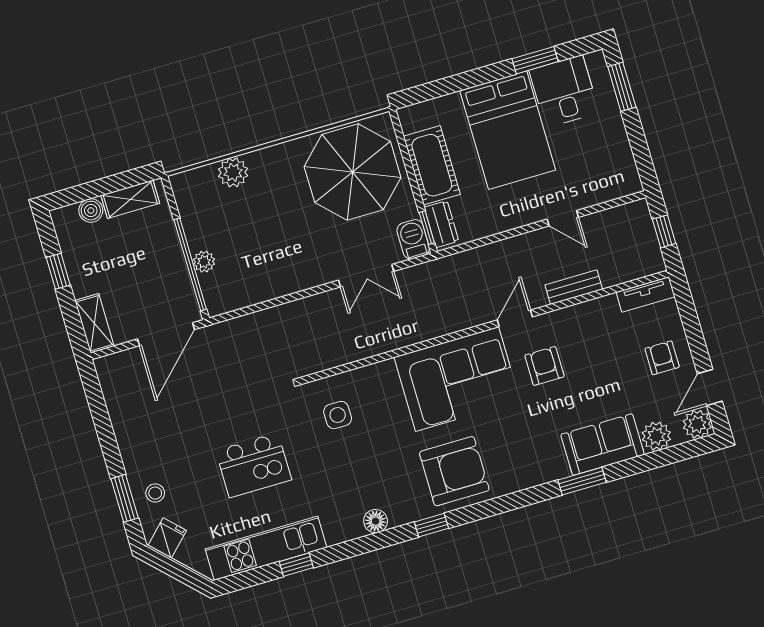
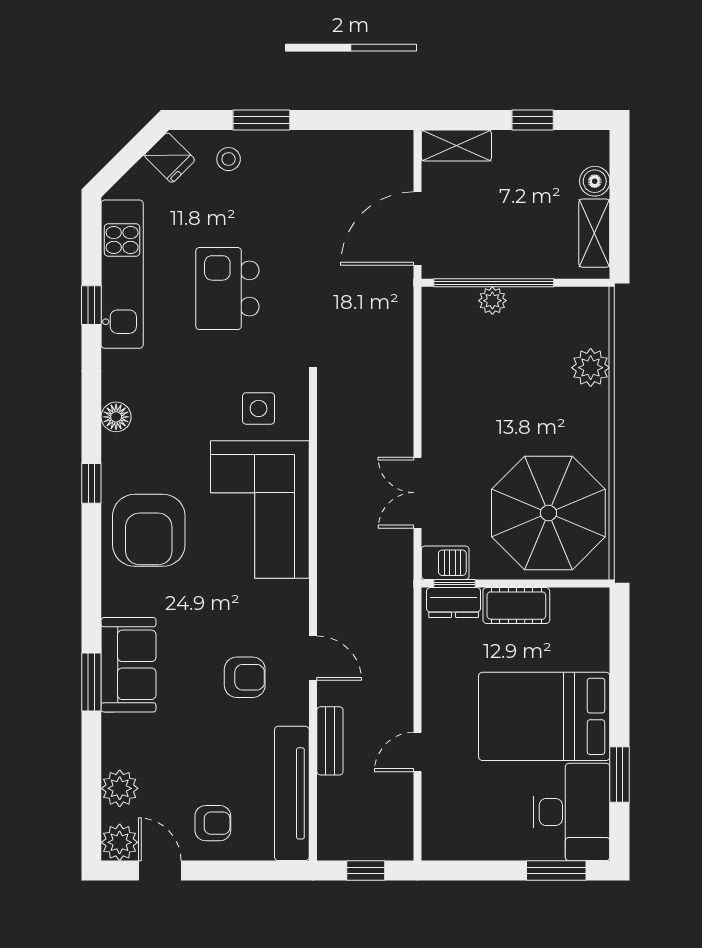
desk: (564, 91) -> (571, 812), width x1.37
cot: (432, 165) -> (516, 606), width x0.73, depth x0.75
tv unit: (646, 294) -> (292, 793), width x1.92, depth x1.29
door: (166, 334) -> (418, 229), hinge flipped
corner sofa: (457, 379) -> (260, 509), moved
sofa: (602, 445) -> (129, 665), moved
window: (125, 498) -> (261, 120), moved

